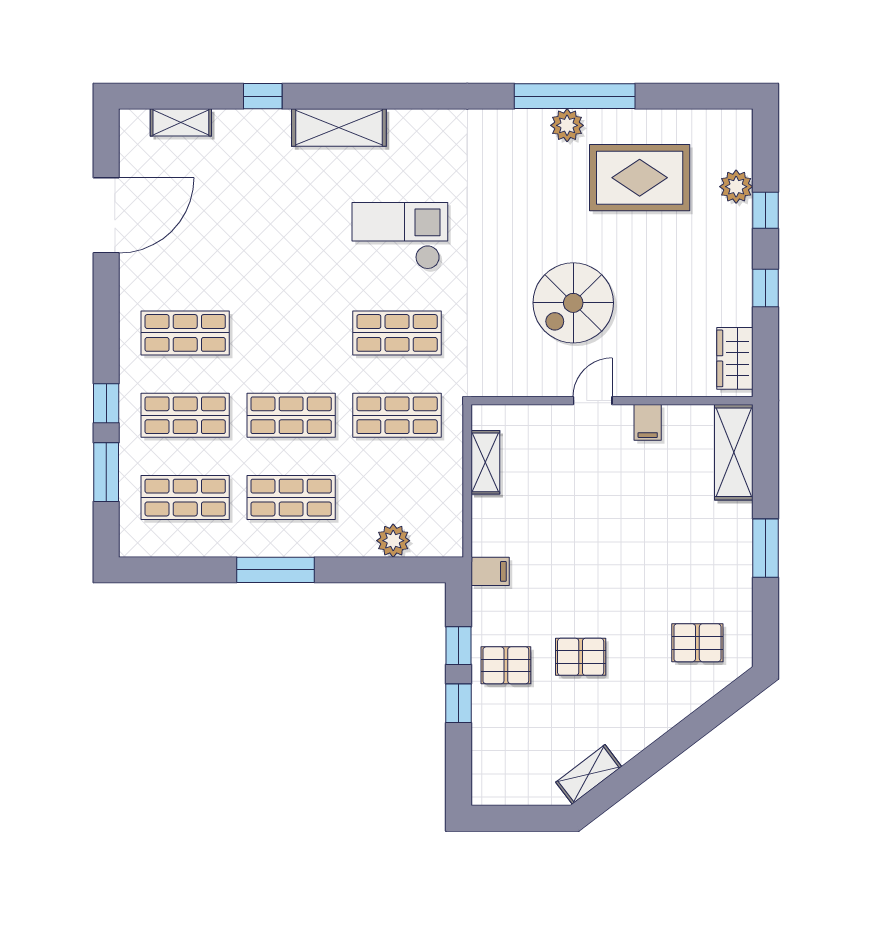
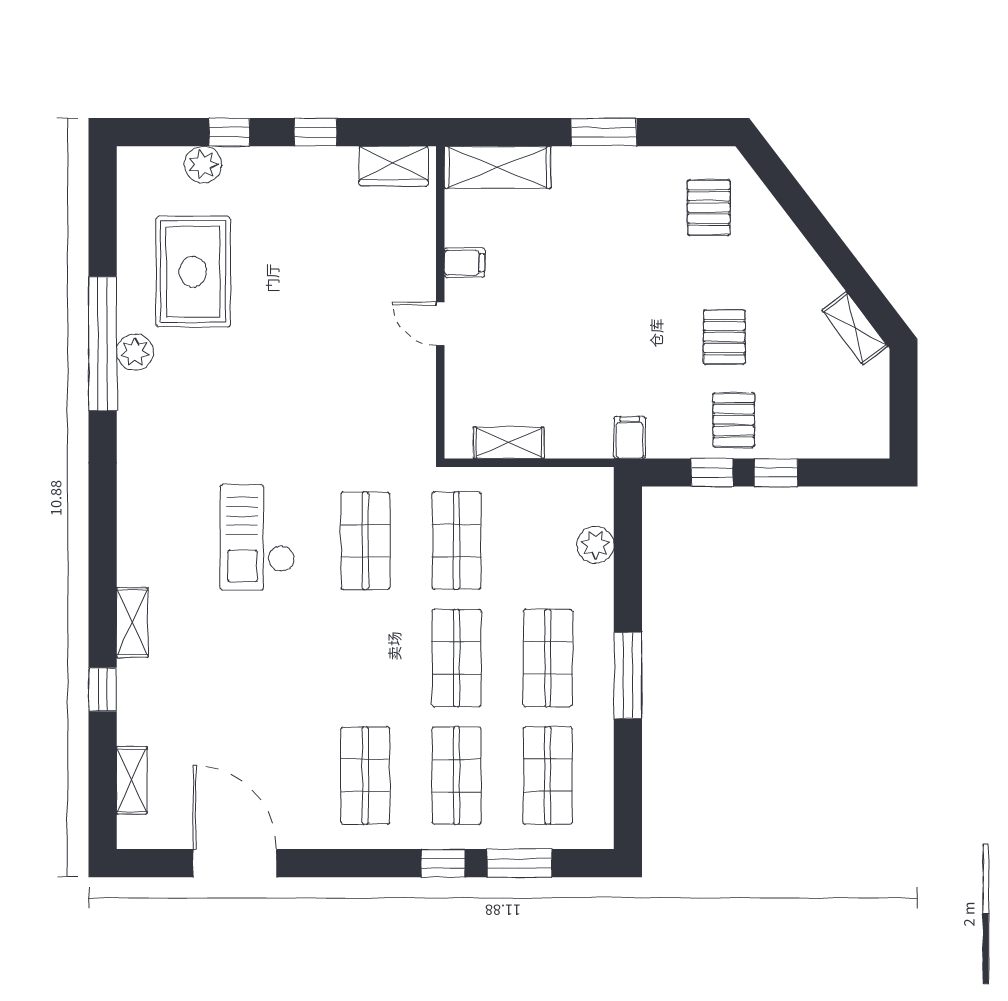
shelving: (339, 128) -> (132, 623), width x0.67, depth x0.75
spiral stairs: (573, 303) -> (332, 345), removed

